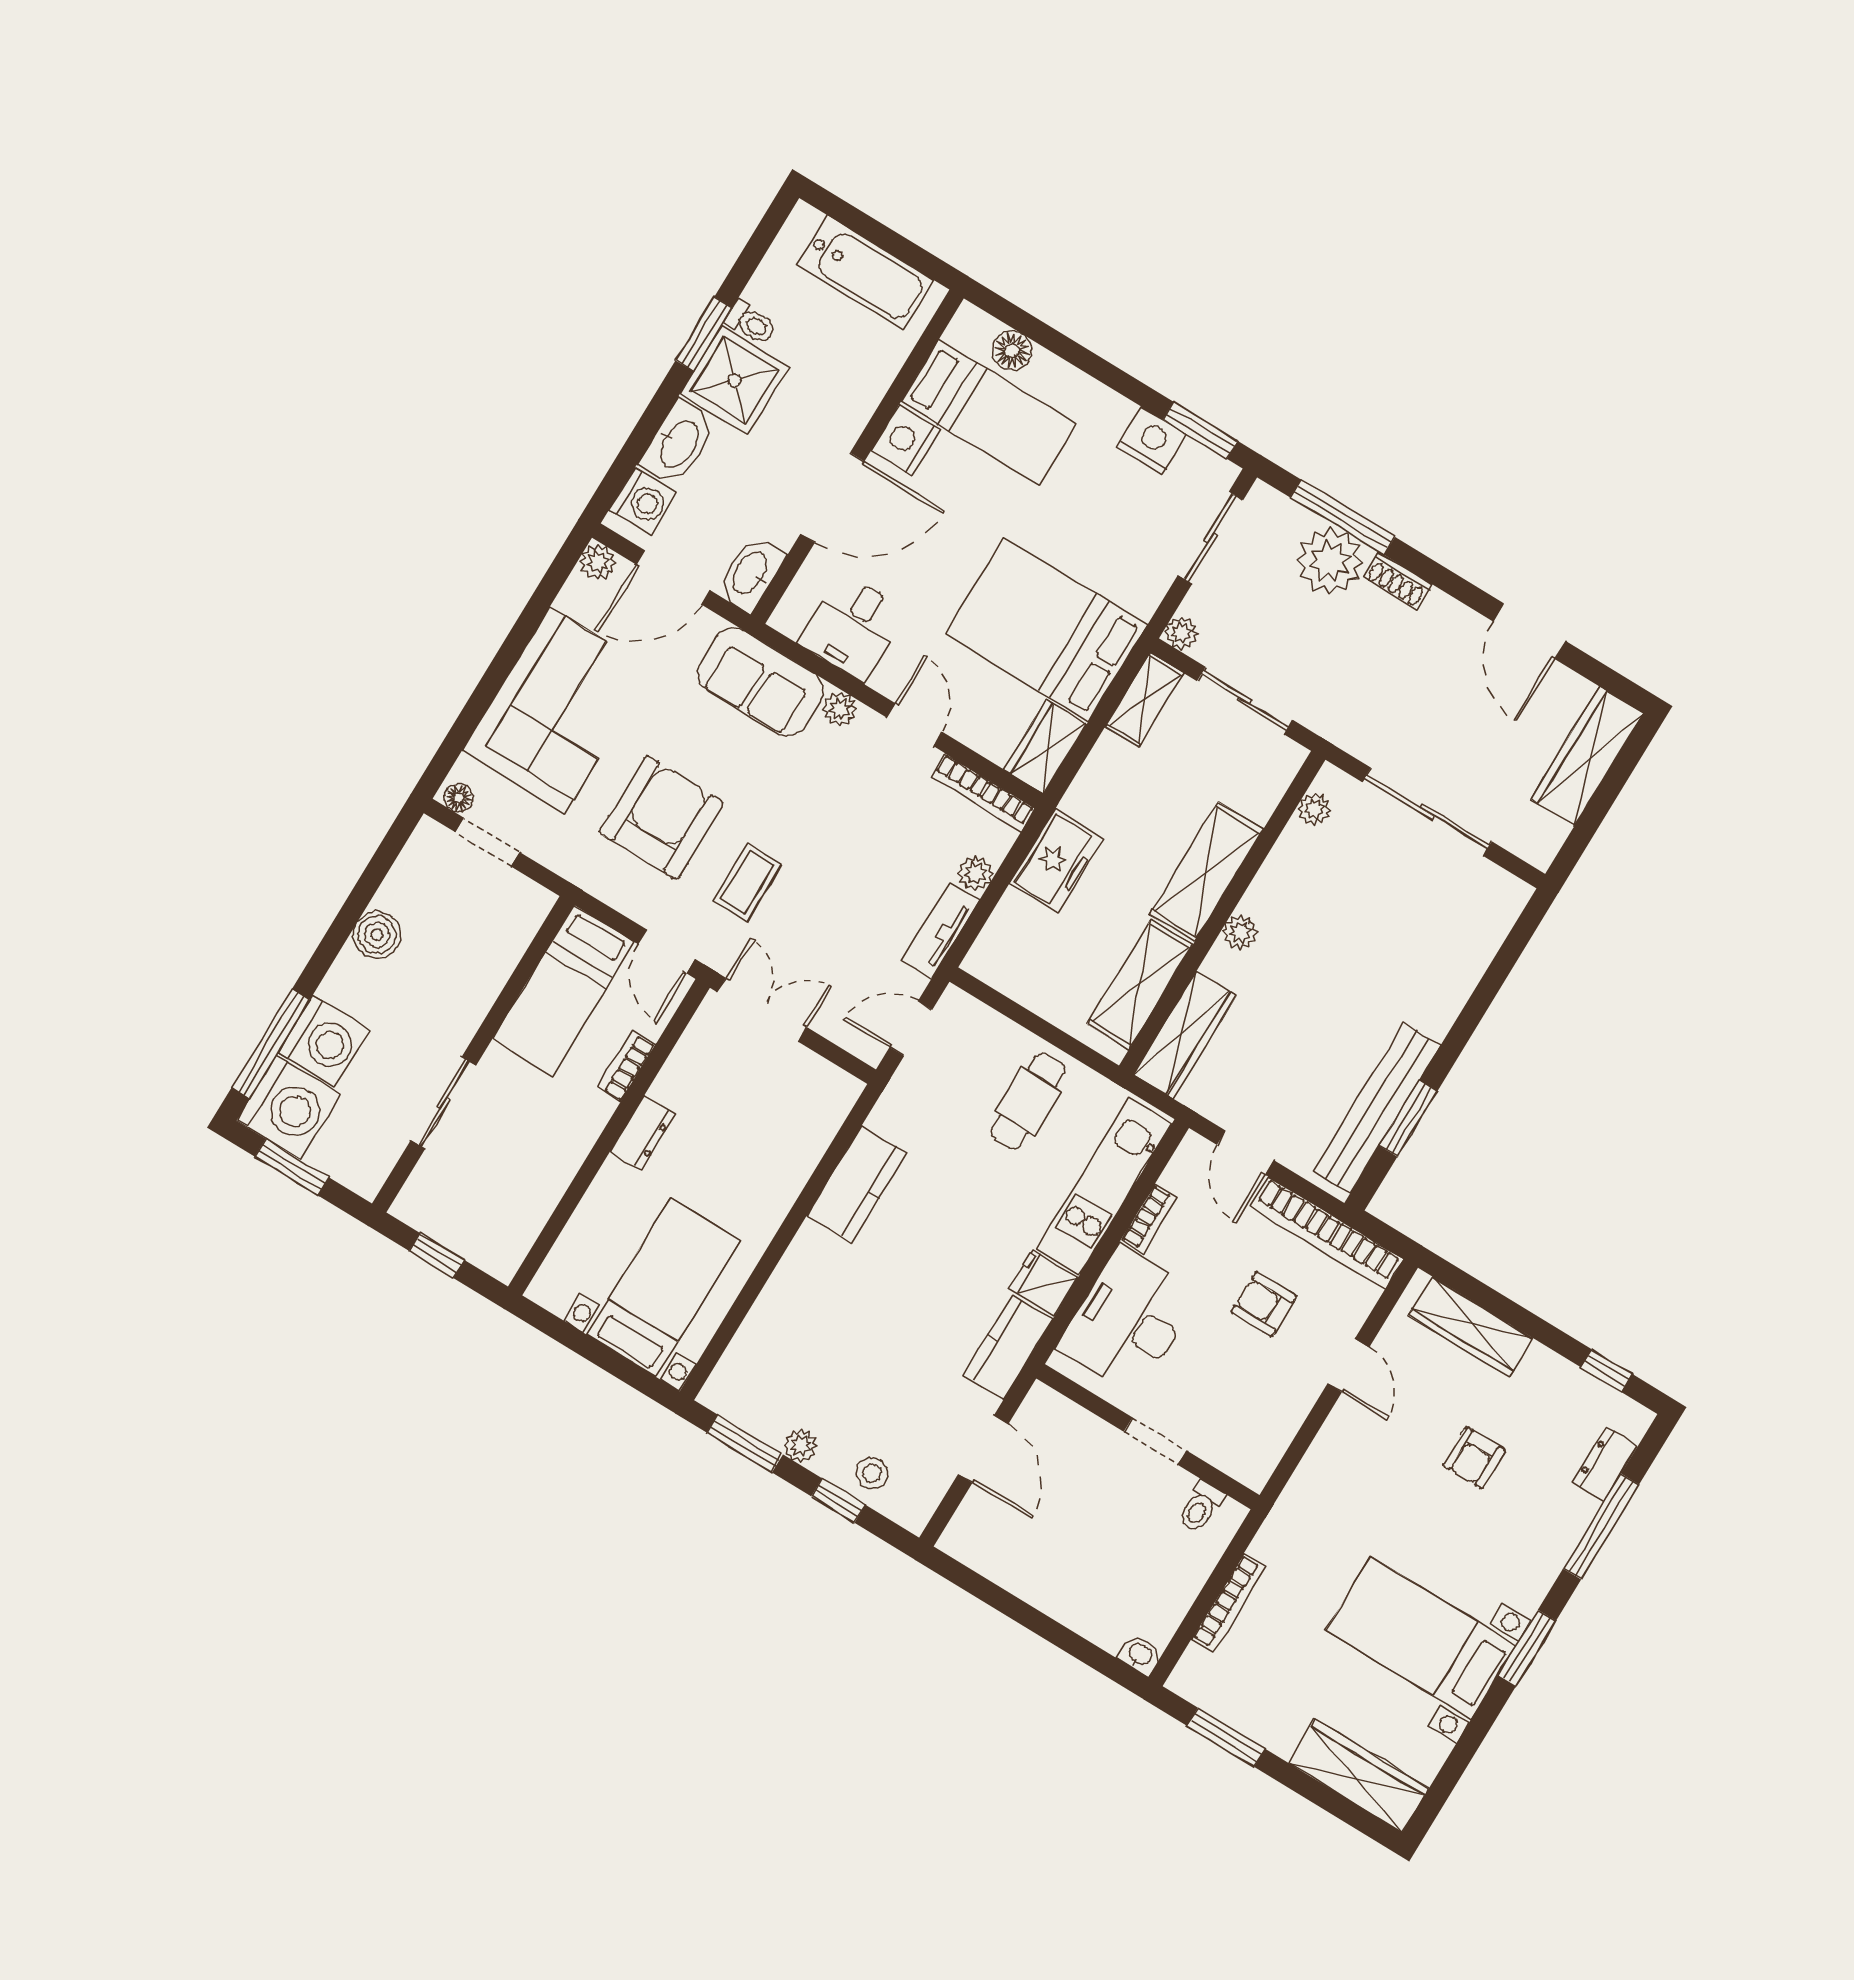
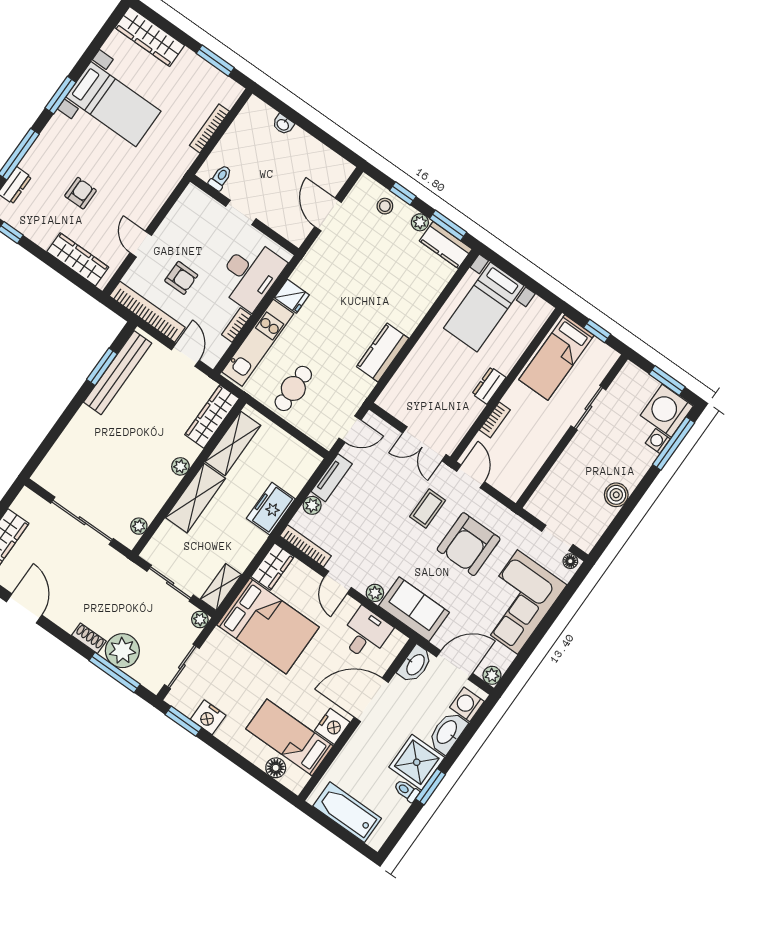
bed: (563, 991) -> (556, 357), moved, turned 180
washing machine: (324, 1041) -> (658, 441), width x0.53, depth x0.53
kitchen counter: (1008, 1347) -> (446, 245), moved, turned 90
washbasin: (1140, 1655) -> (283, 124), moved

